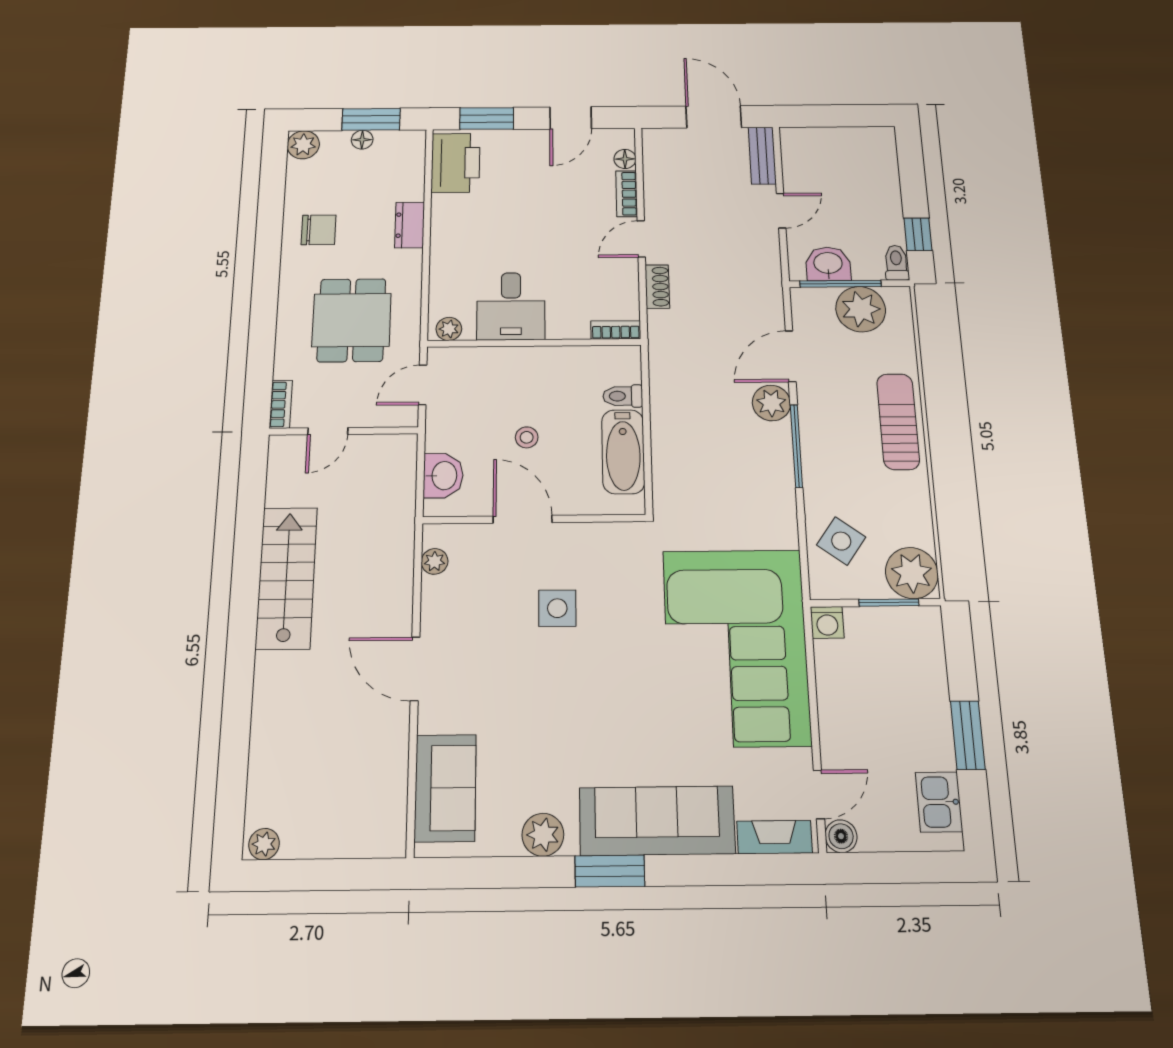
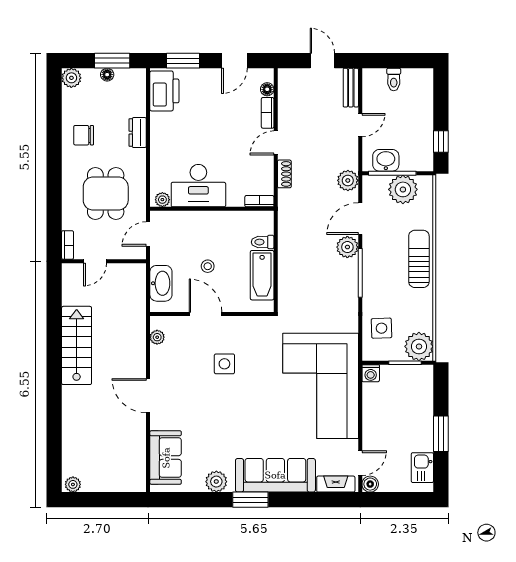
door: (714, 117) -> (322, 61), width x0.73
chair: (319, 230) -> (84, 135), turned 180
toilet: (896, 263) -> (394, 79), moved, turned 180
plant: (766, 296) -> (348, 180), added
desk: (511, 306) -> (198, 186), width x1.37
washbasin: (443, 476) -> (161, 283), width x1.38
side table: (841, 541) -> (382, 328), turned -38

